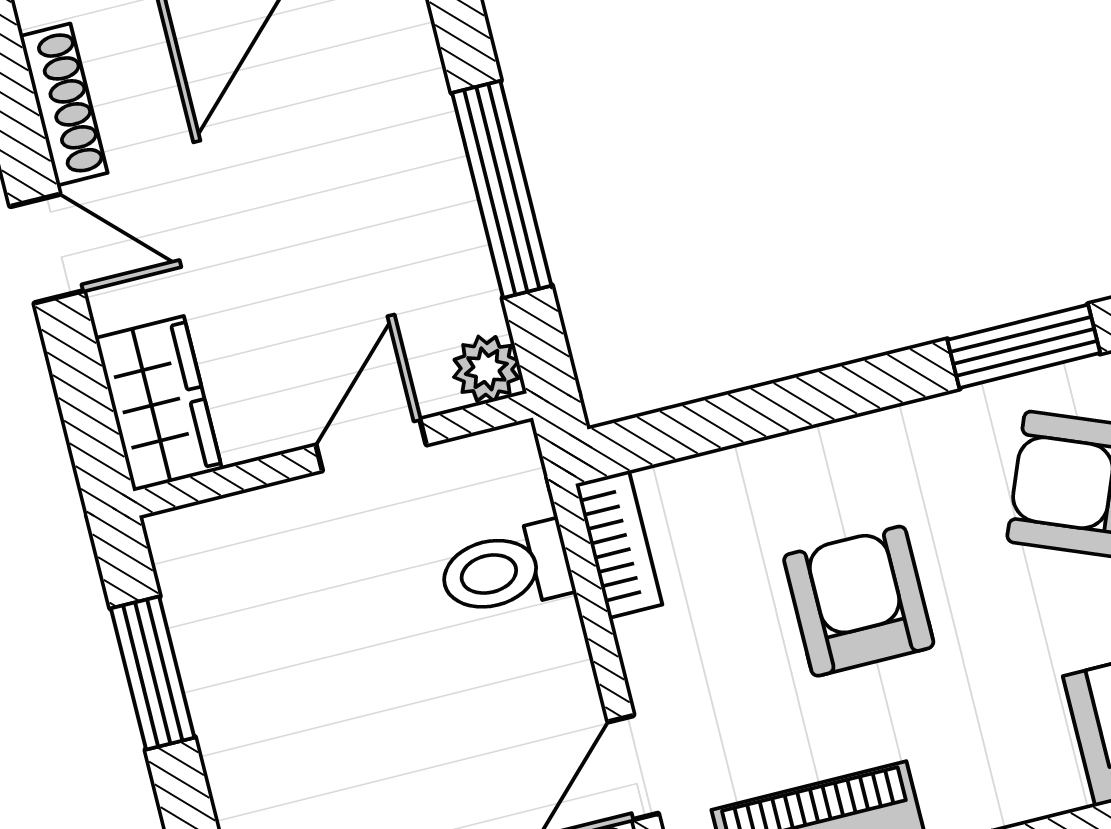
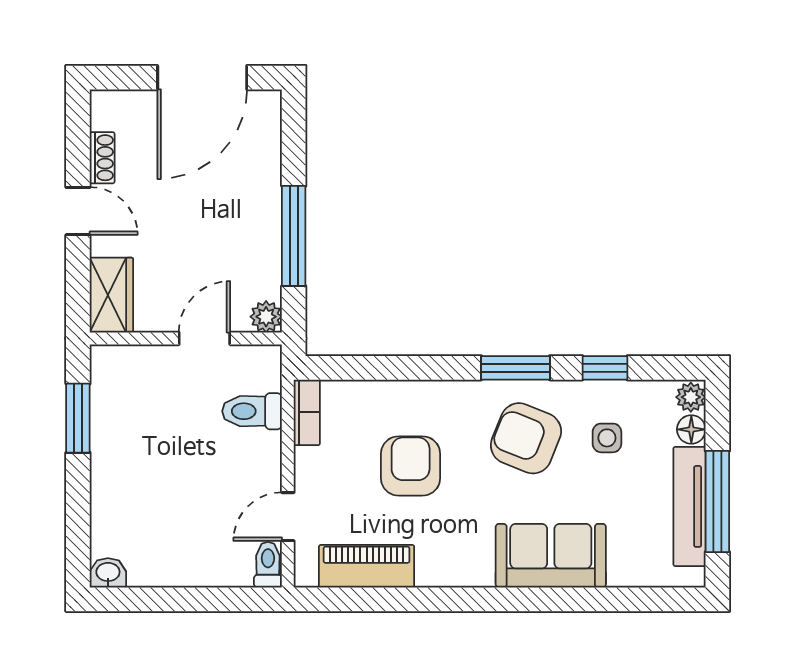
shoe rack: (64, 105) -> (102, 158), width x0.70

